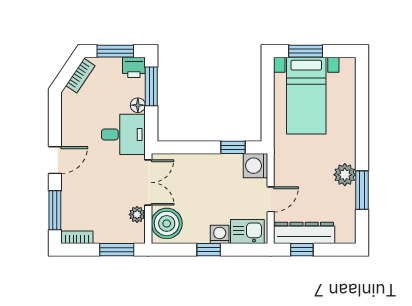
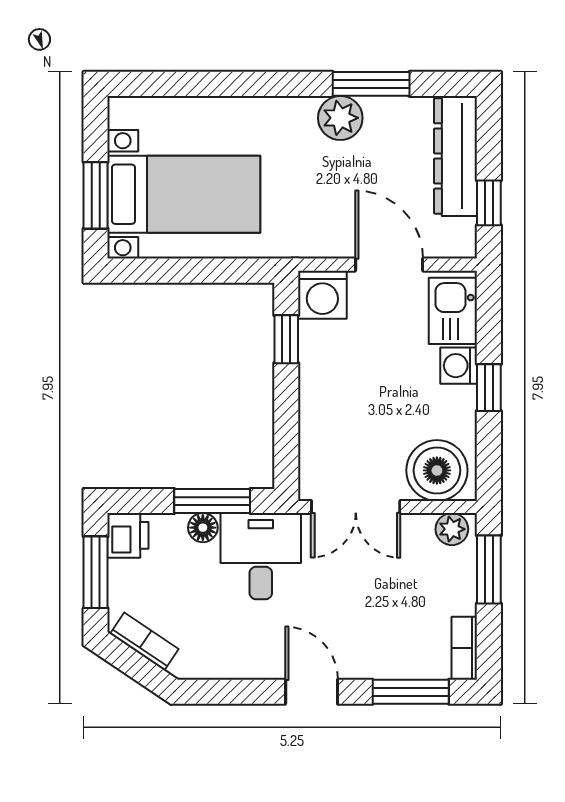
window: (151, 86) -> (212, 501), moved
double door: (148, 182) -> (356, 507), swing flipped
door: (271, 199) -> (389, 265), width x1.38
plant: (137, 214) -> (452, 529), moved
dresser: (304, 233) -> (455, 156), moved

